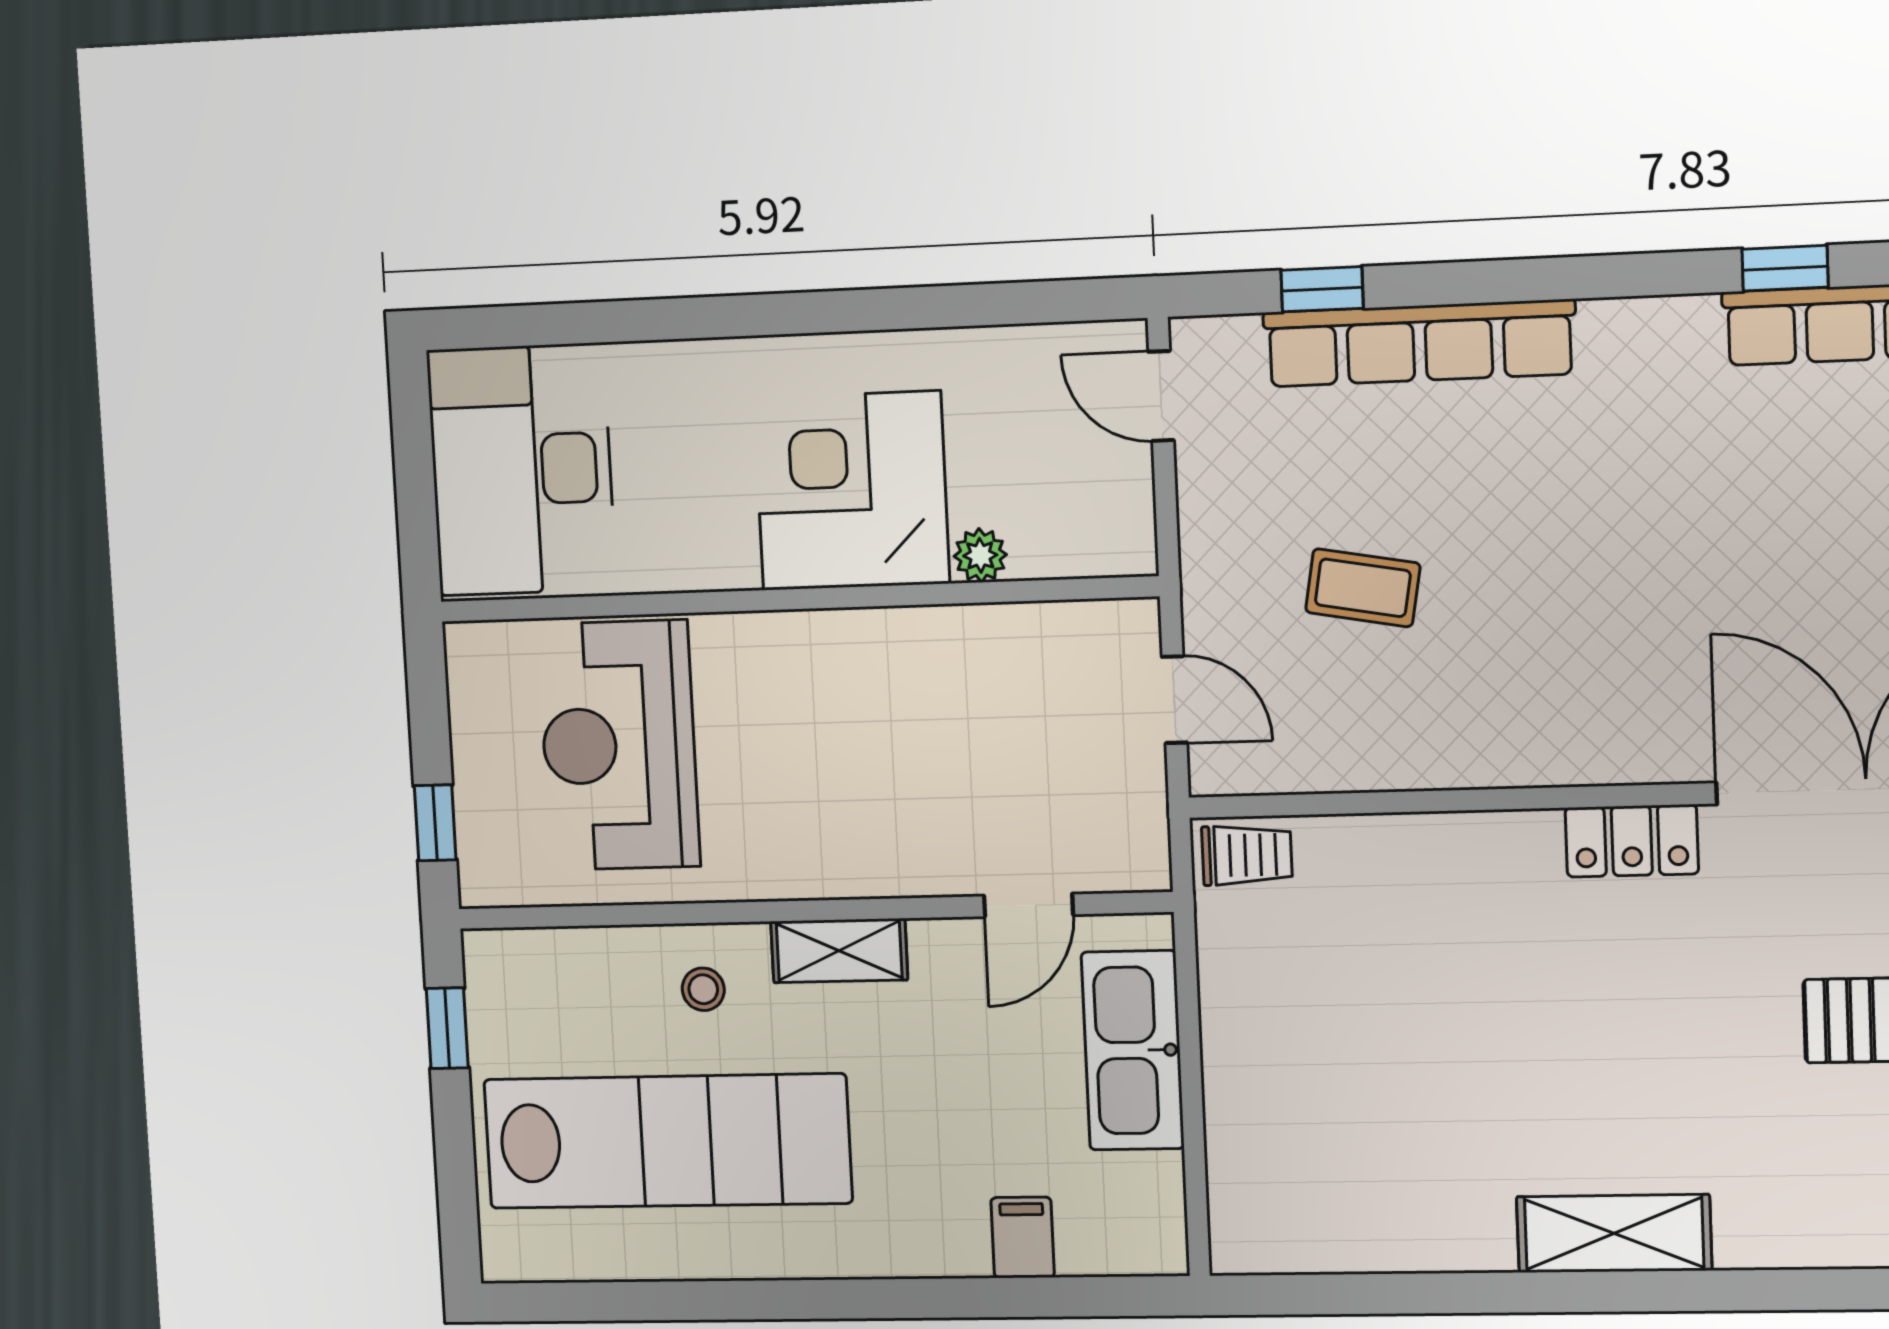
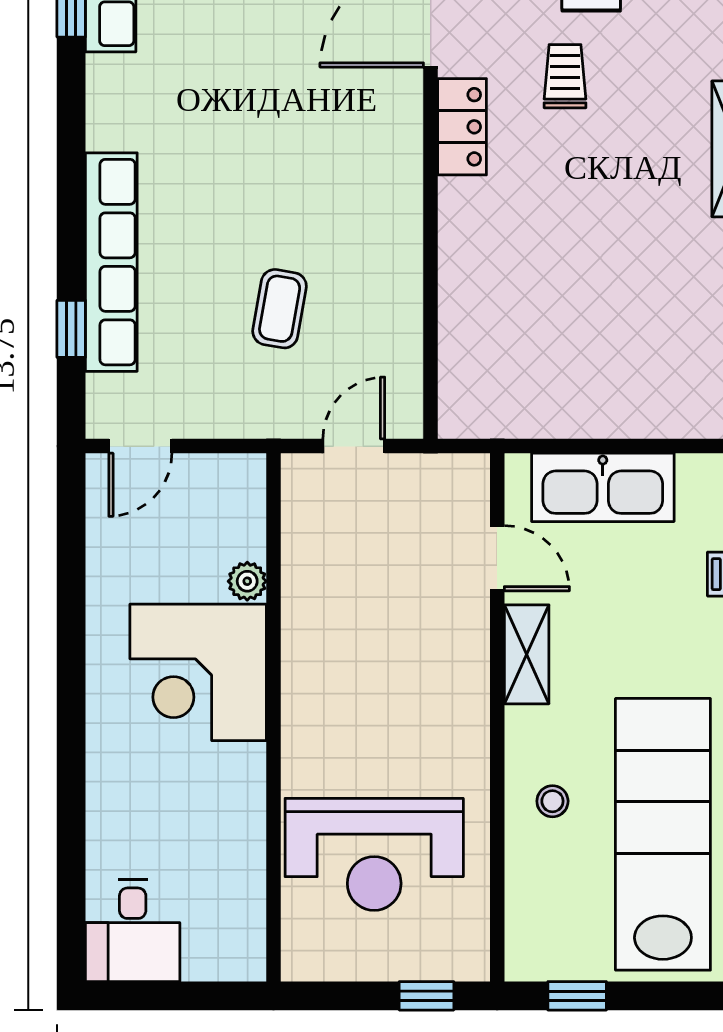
desk: (521, 470) -> (133, 931), width x0.53, depth x0.77
trolley: (1247, 855) -> (565, 76), moved
shelving: (839, 951) -> (527, 654), moved

